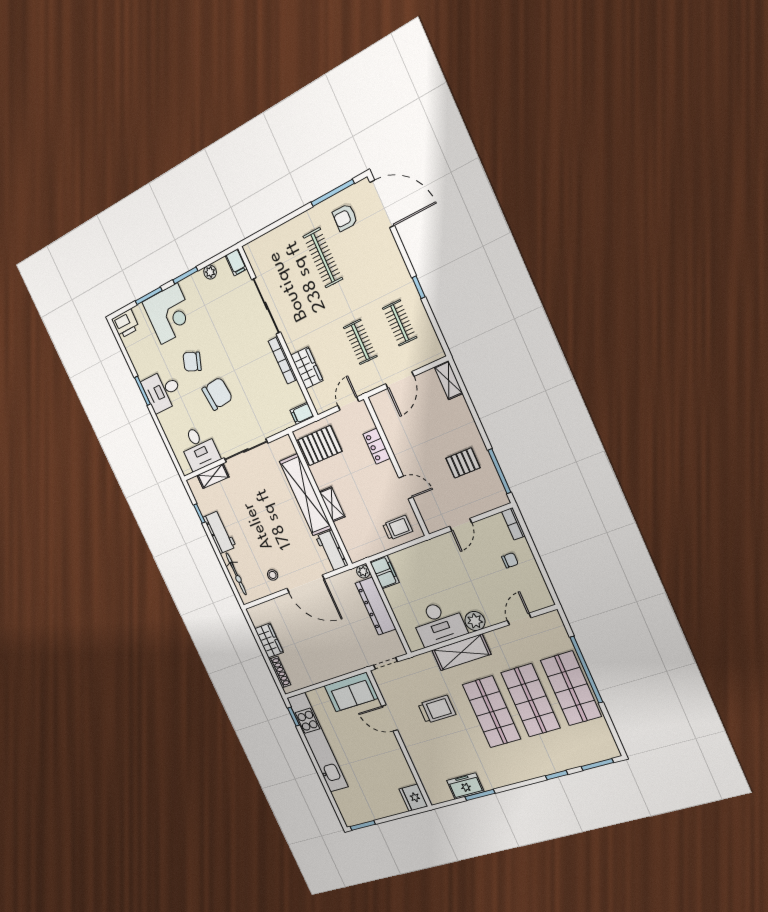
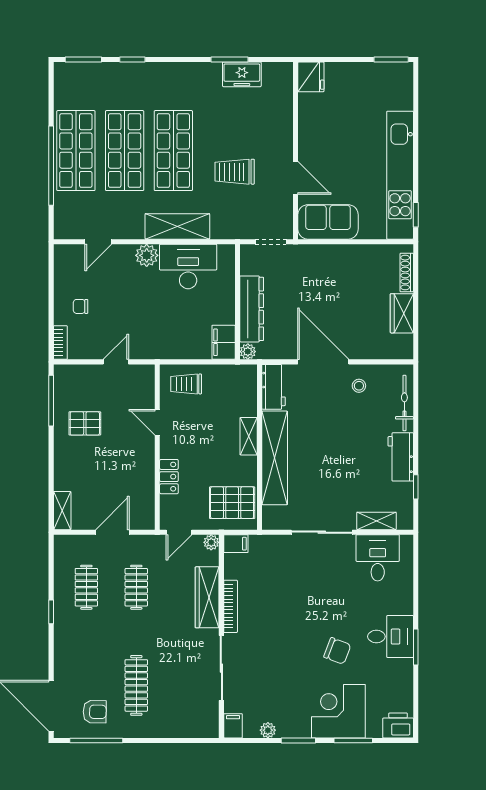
wardrobe: (307, 368) -> (207, 597), width x1.50
chair: (217, 394) -> (325, 605), removed
plant: (321, 406) -> (211, 542), added

